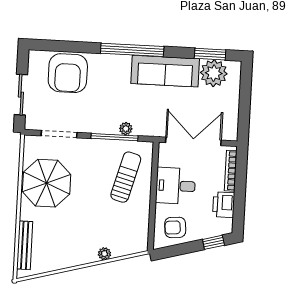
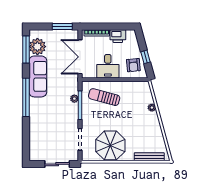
window: (210, 54) -> (26, 49), width x1.44
armchair: (68, 73) -> (42, 136), removed
window: (244, 115) -> (62, 27), added
window: (213, 242) -> (145, 57), moved

